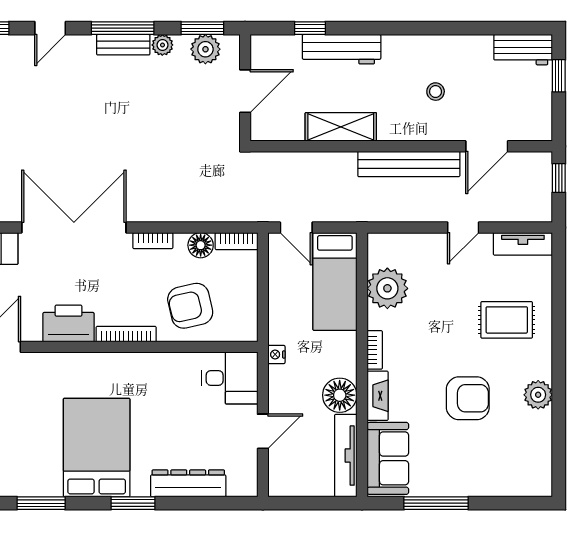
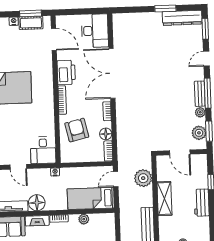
door: (50, 28) -> (206, 59), hinge flipped
workbench: (342, 49) -> (202, 203), width x0.73
plant: (296, 170) -> (143, 178), added
double door: (74, 228) -> (112, 73), swing flipped
plant: (387, 288) -> (84, 219), width x0.53, depth x0.53

